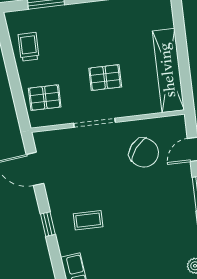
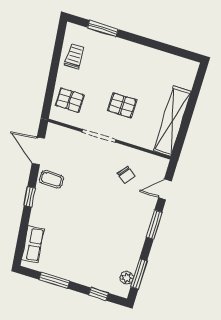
chair: (144, 153) -> (126, 175), width x0.54, depth x0.54
coffee table: (88, 220) -> (51, 179), moved

